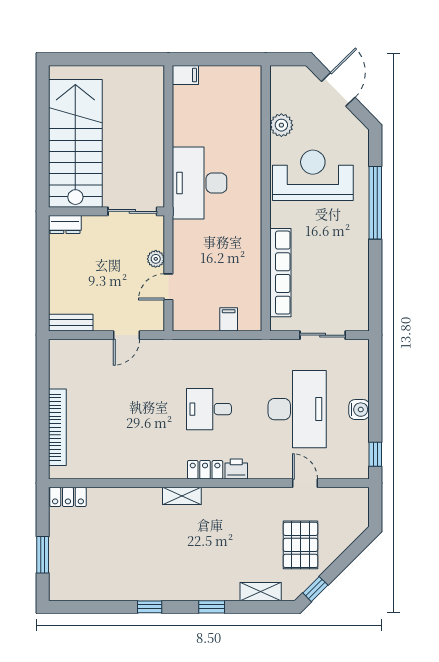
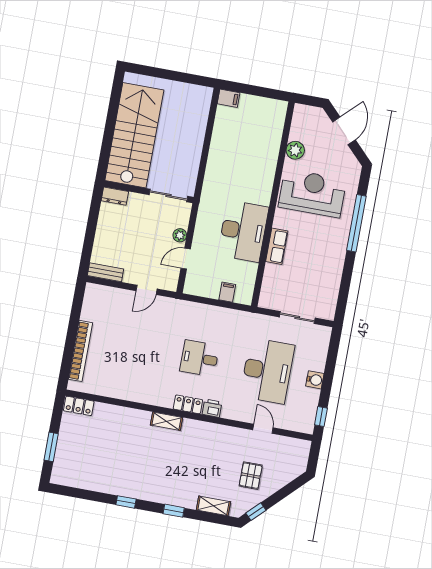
desk: (200, 183) -> (243, 231), moved, turned 180
row of seats: (280, 273) -> (277, 246), width x0.50
pallet: (301, 545) -> (251, 476), width x0.67, depth x0.71

